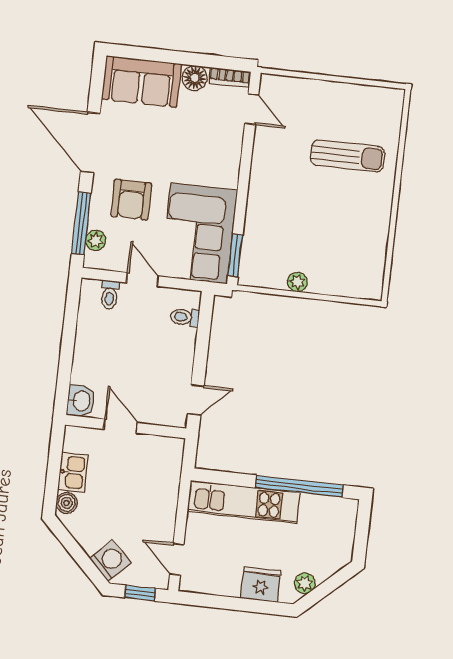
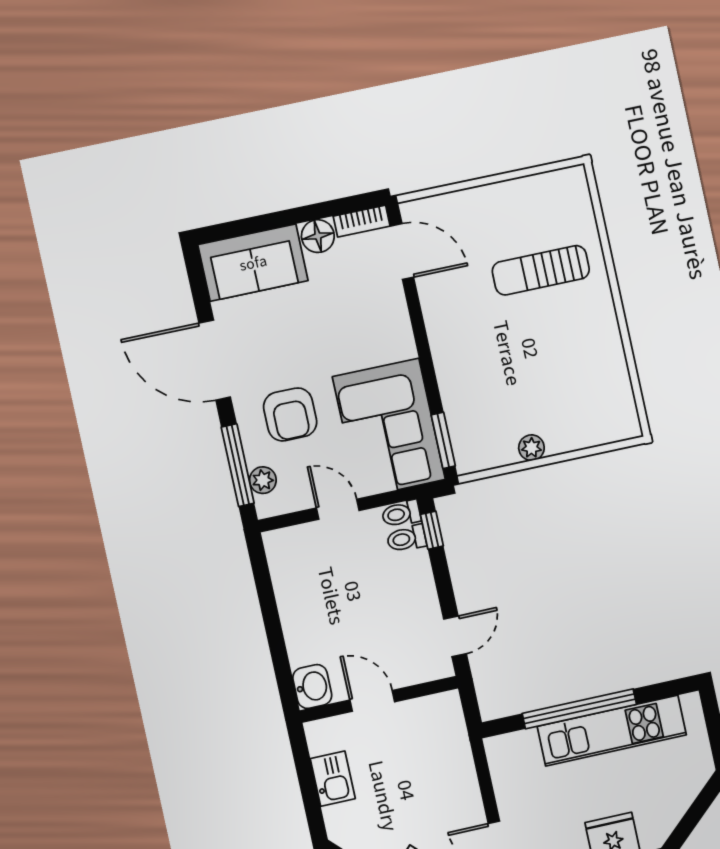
door: (252, 109) -> (402, 252), width x1.37
sun lounger: (348, 156) -> (541, 270), turned 180
toilet: (110, 295) -> (401, 514), moved, turned 90
window: (205, 317) -> (432, 530), added
window: (299, 486) -> (579, 709), moved
kitchen unit: (244, 502) -> (612, 731), moved
boiler: (67, 503) -> (338, 819), removed
plant: (305, 583) -> (666, 817), removed

